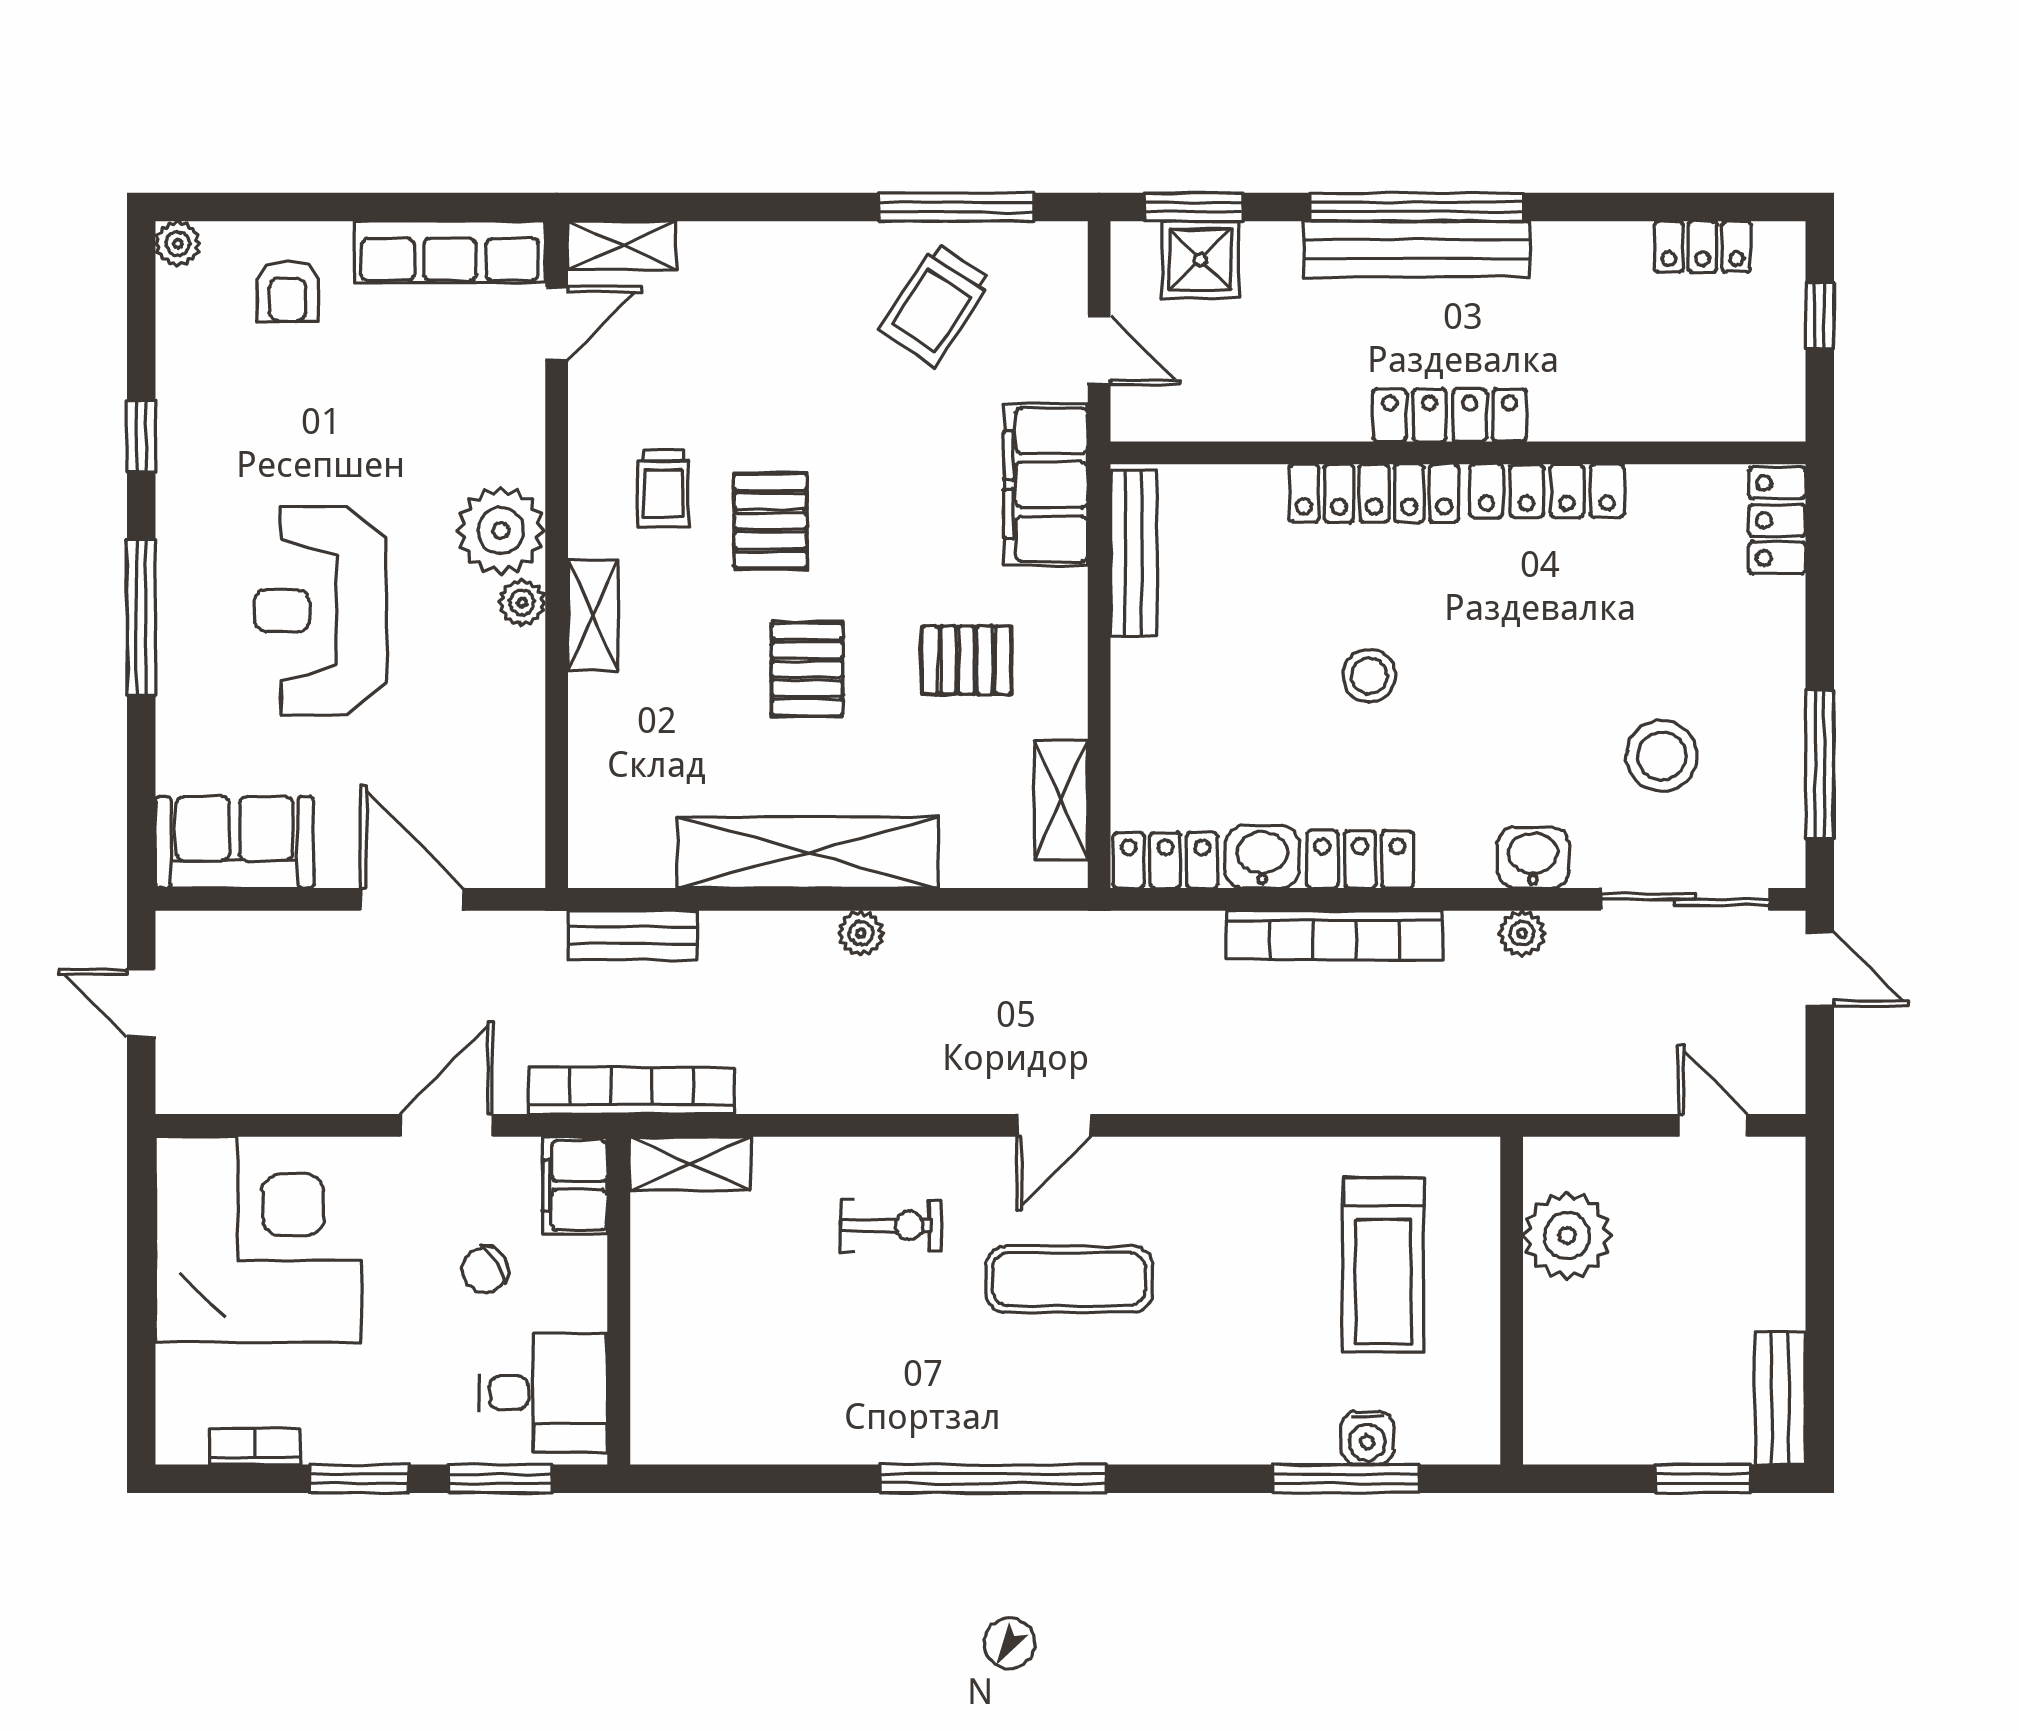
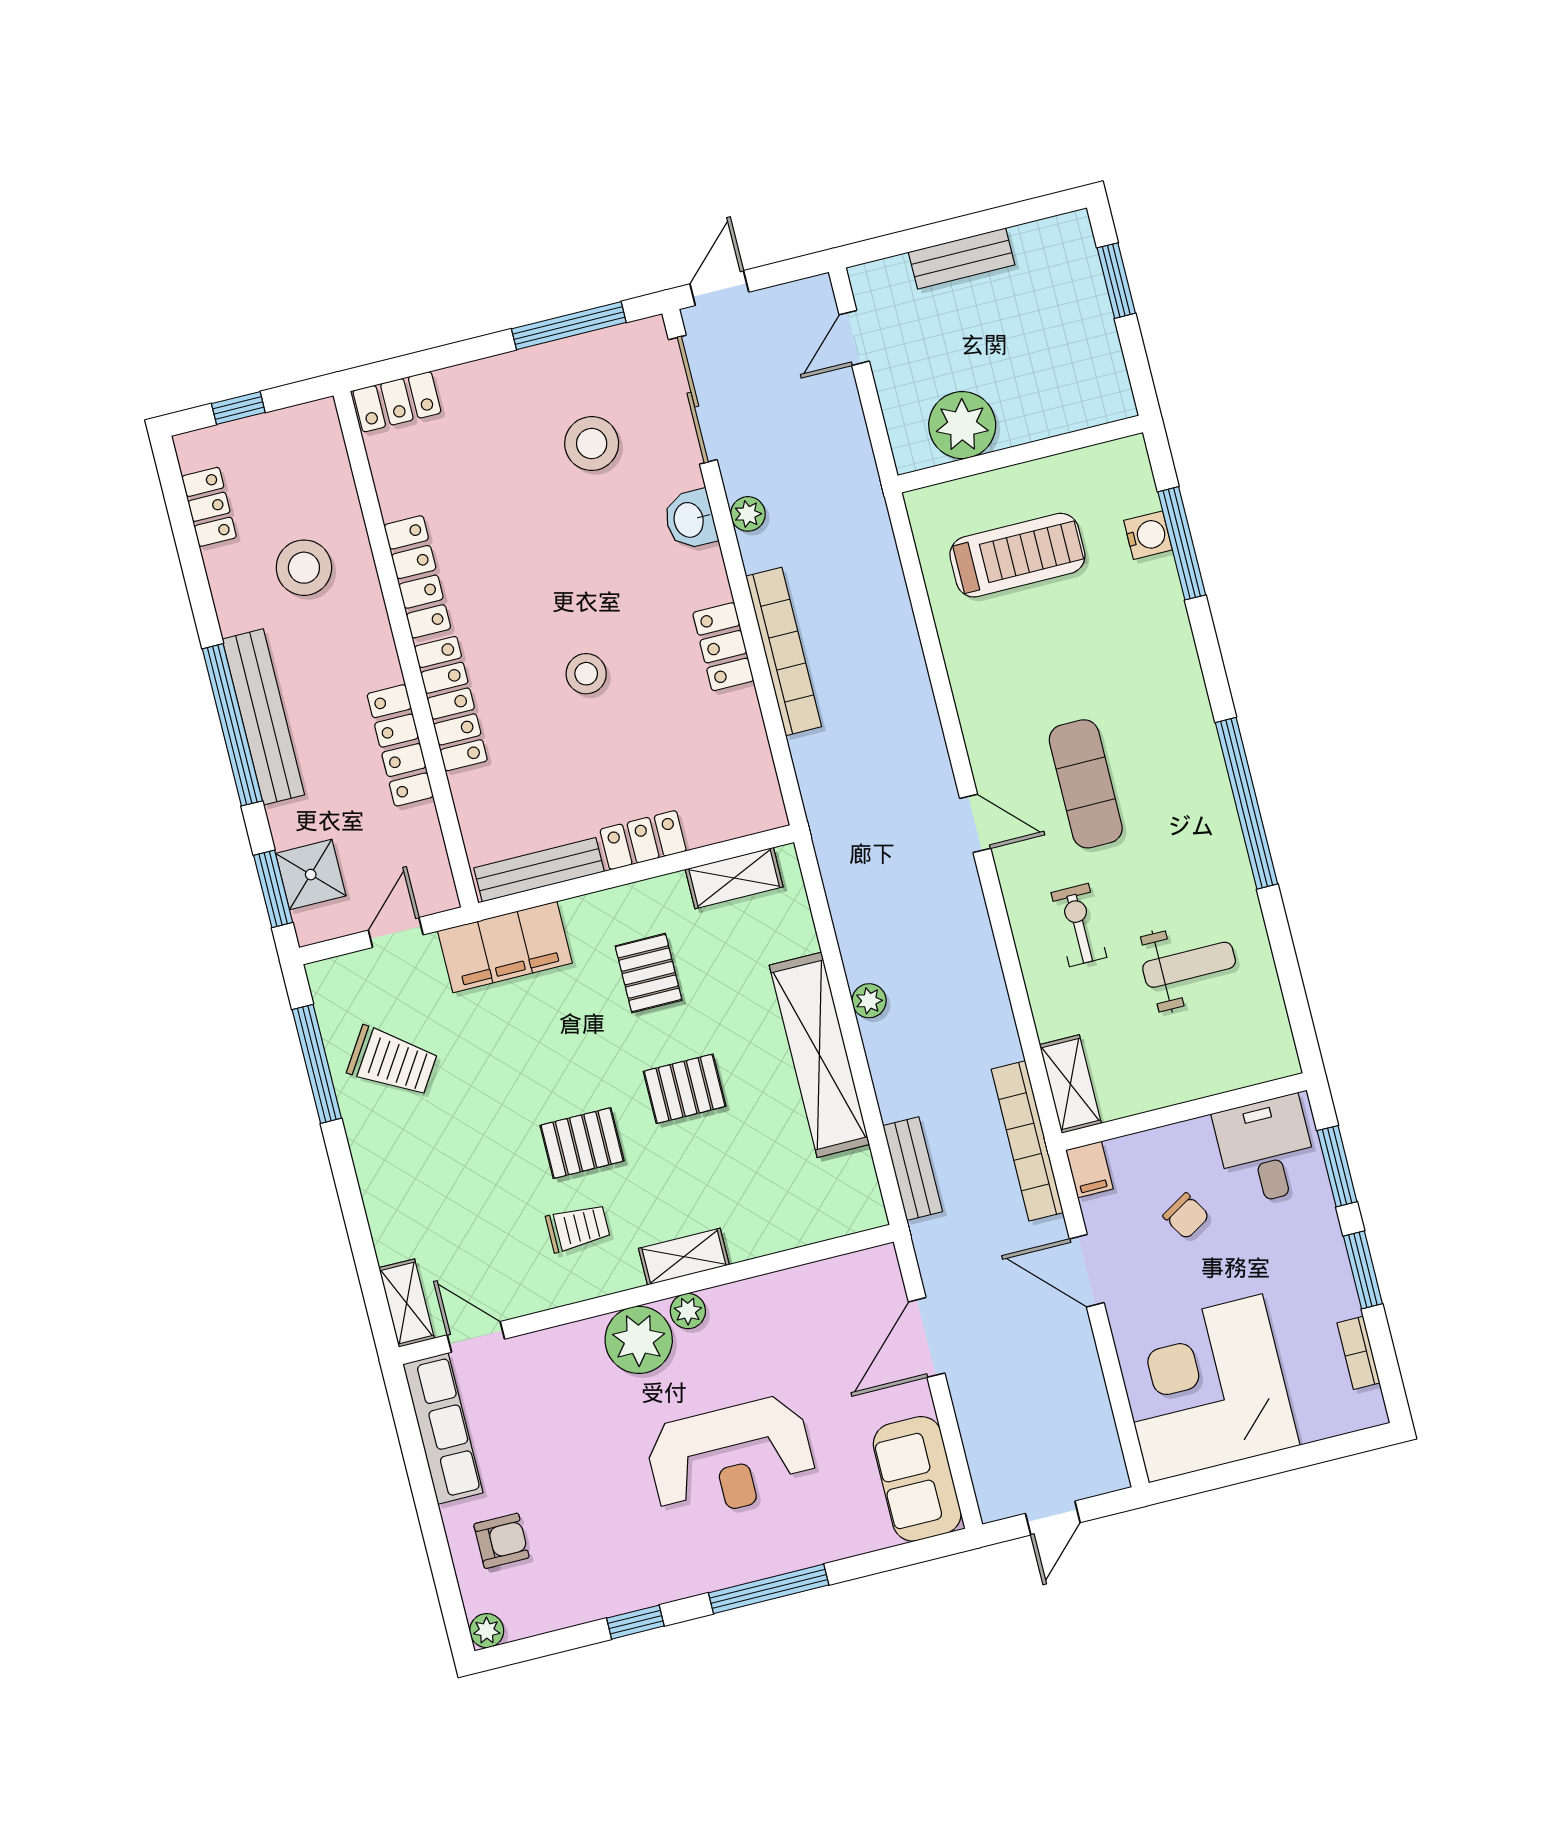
stool: (1595, 349) -> (304, 568), added
locker: (1450, 415) -> (400, 745), moved
washbasin: (1262, 857) -> (739, 719), removed
locker: (1165, 860) -> (643, 840), moved, turned 90
filing cabinet: (575, 1185) -> (1089, 1170), width x0.50
weight bench: (805, 1354) -> (1189, 965), added
bench: (1780, 1398) -> (962, 258), moved

